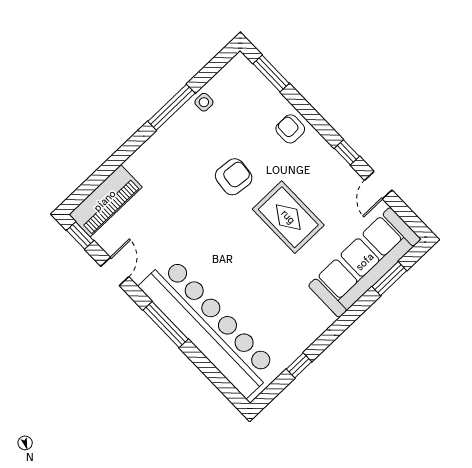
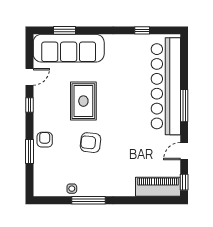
window: (271, 73) -> (29, 152), moved
armchair: (290, 129) -> (45, 140), turned 180

